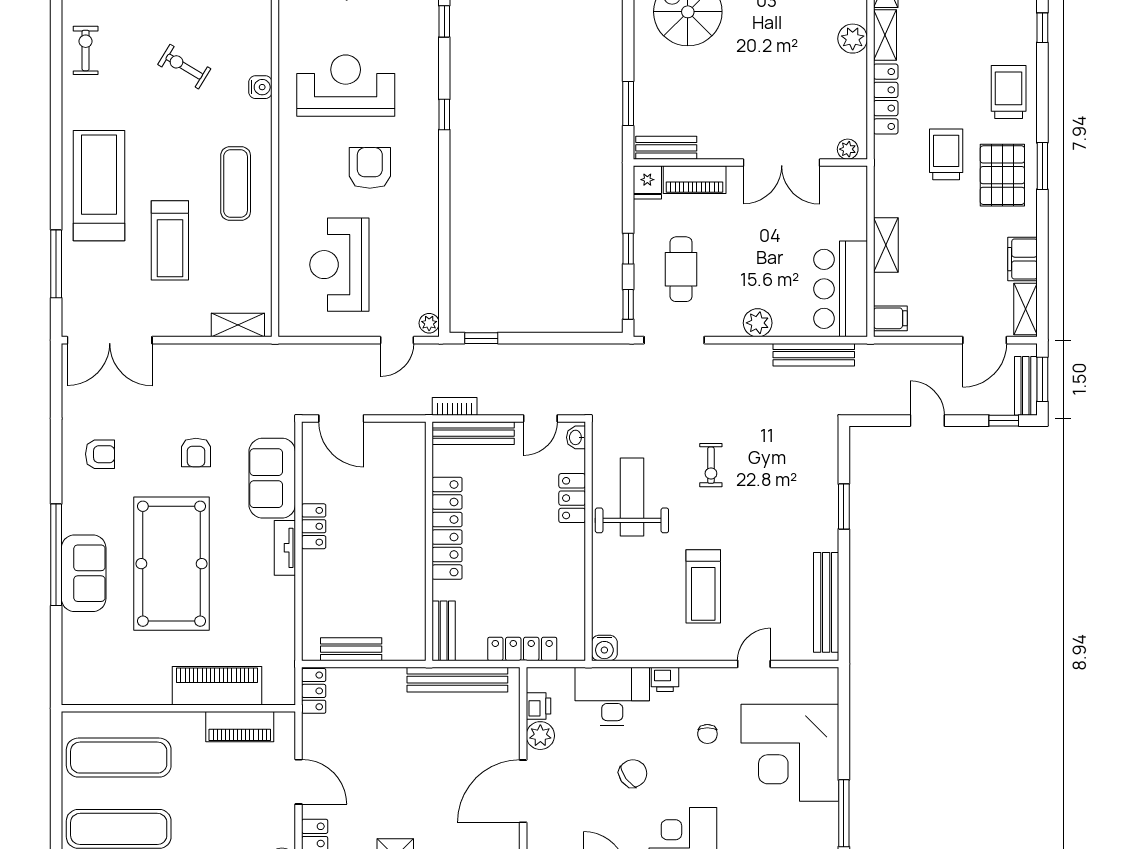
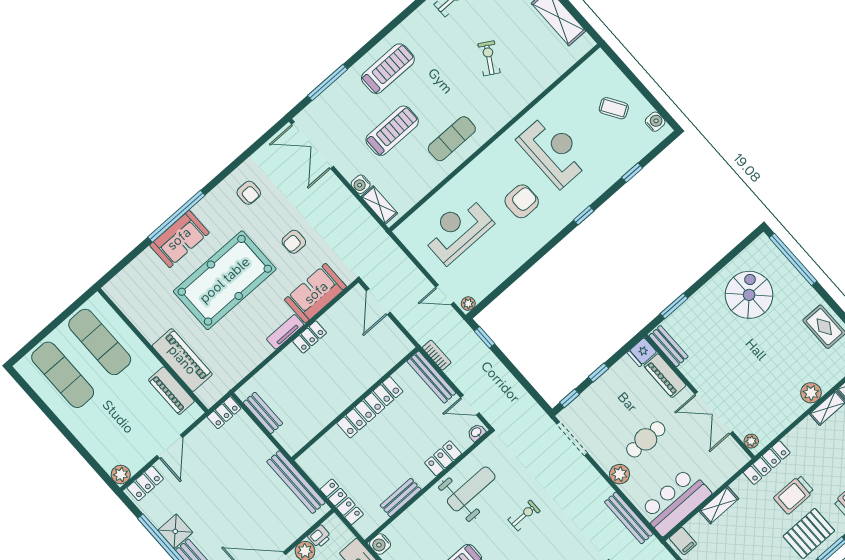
water cooler: (260, 87) -> (361, 184), moved, turned 90
locker: (886, 99) -> (767, 463), moved
trolley: (946, 154) -> (794, 495), turned 180
treadmill: (99, 186) -> (388, 69), width x0.73, depth x0.73
treadmill: (170, 240) -> (392, 131), turned 180
cafe table: (681, 269) -> (646, 439), moved
exercise bike: (711, 465) -> (524, 515), turned 180
bench: (444, 631) -> (401, 498), moved

